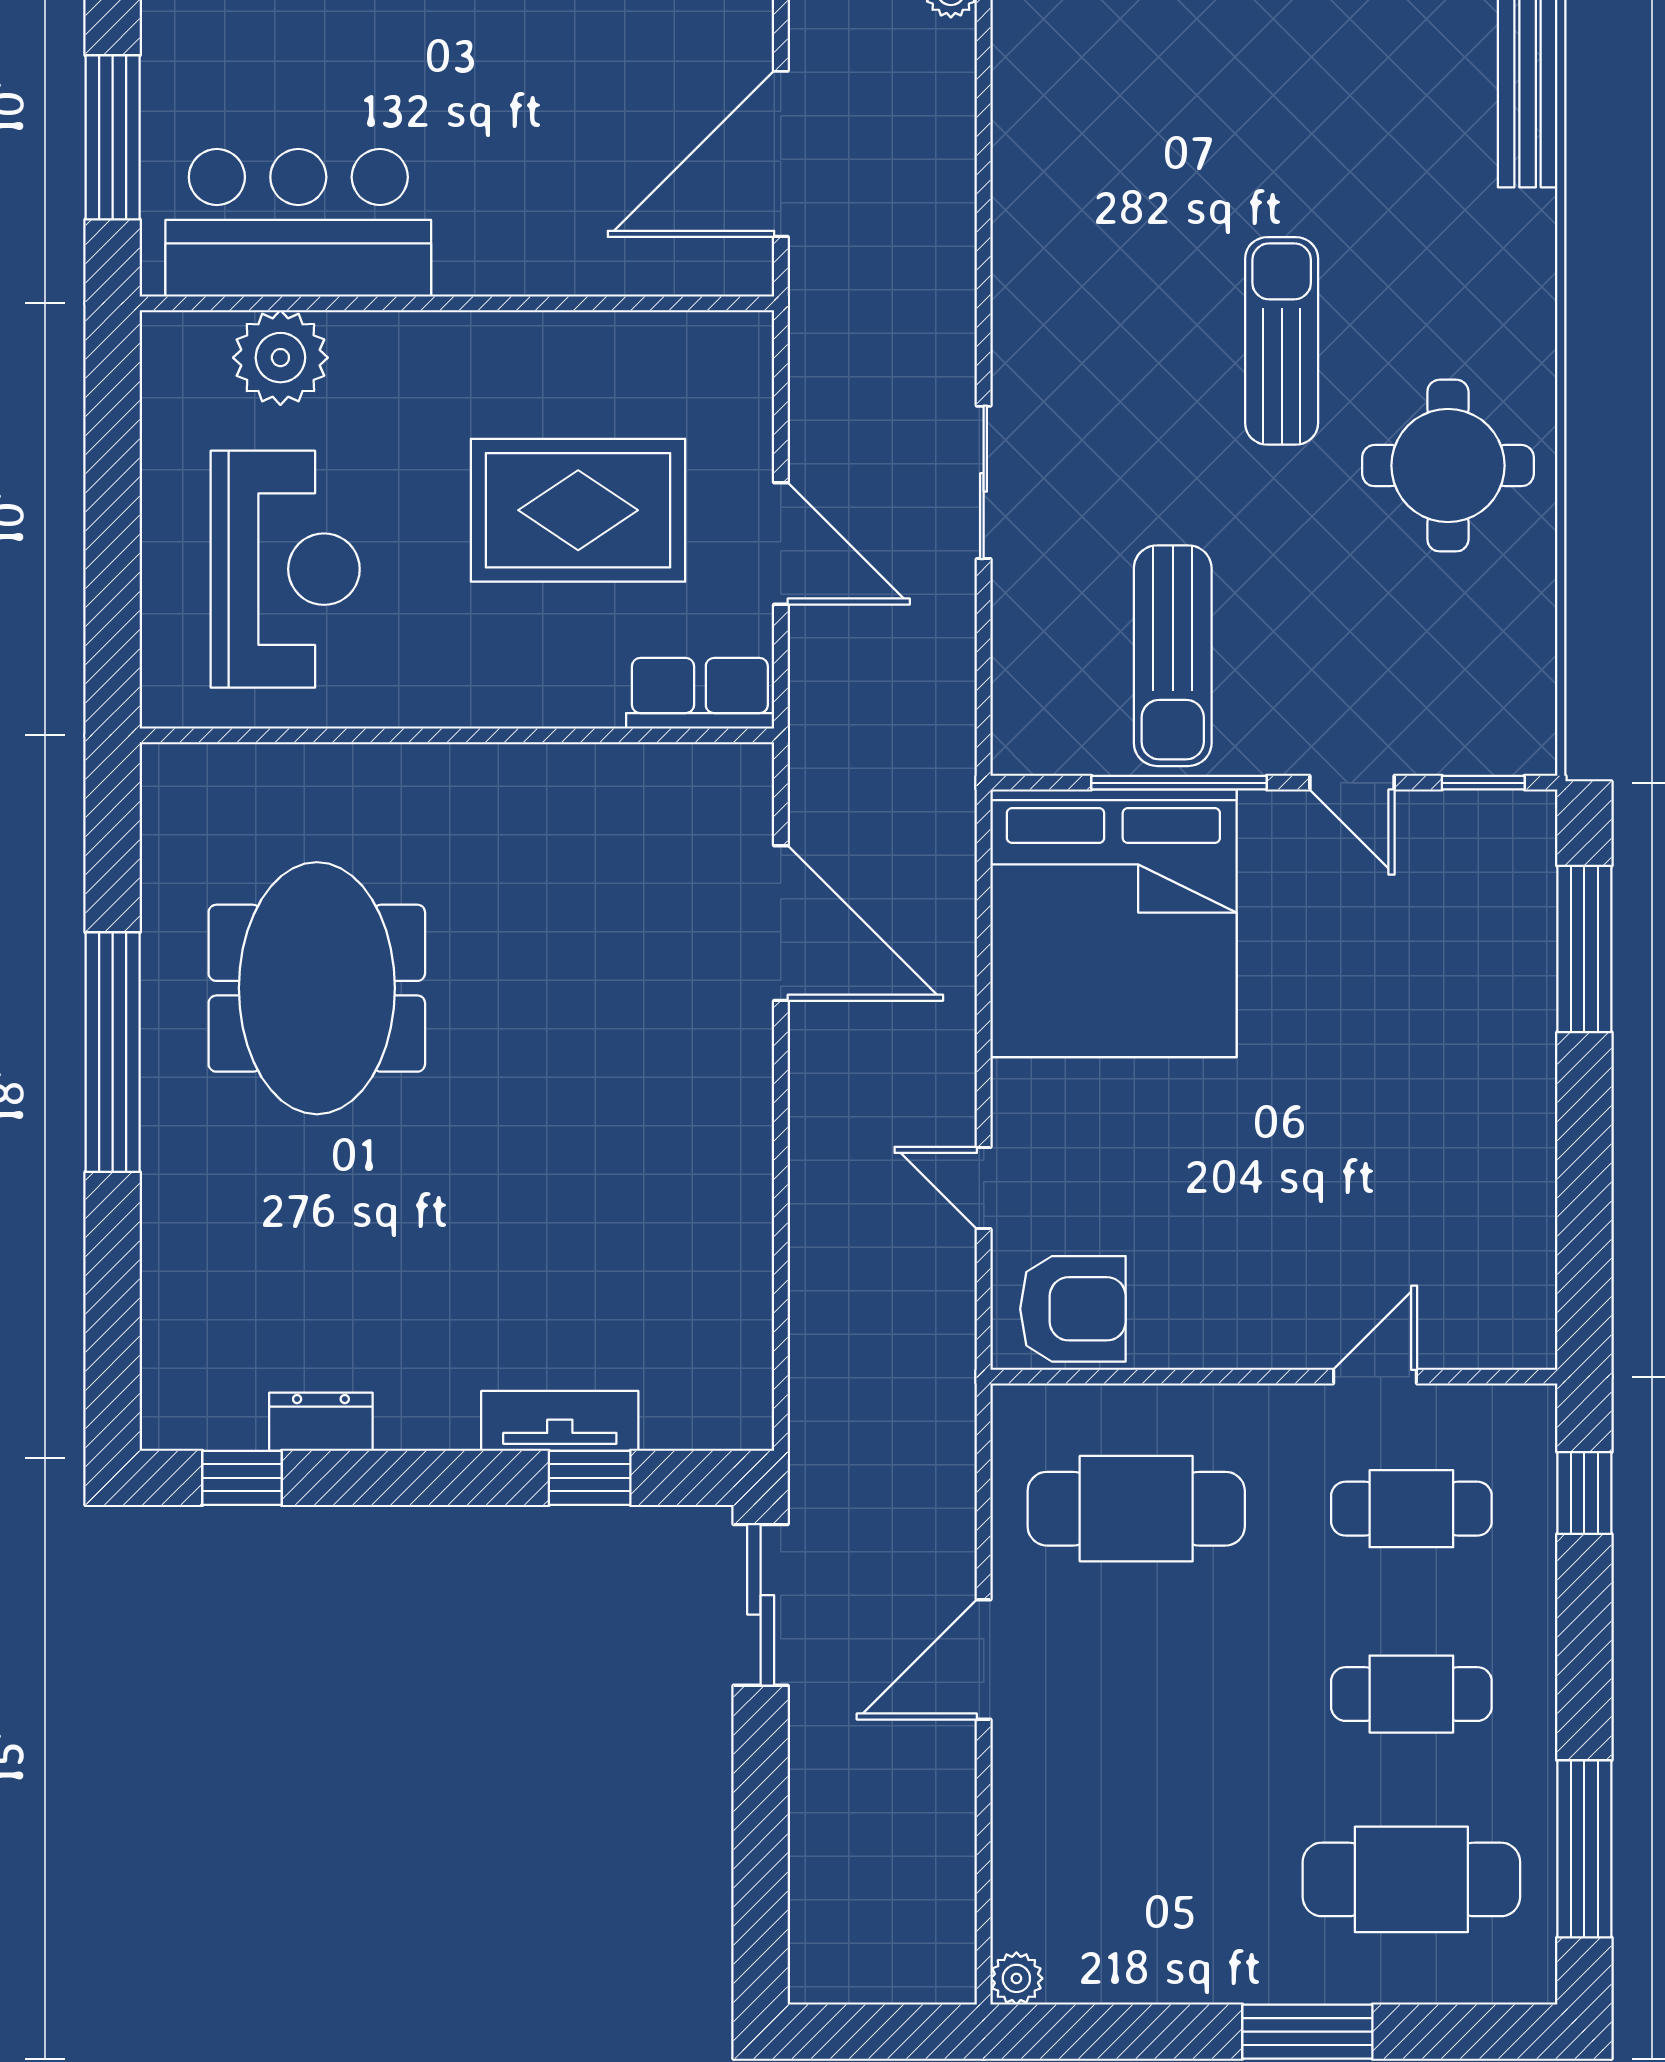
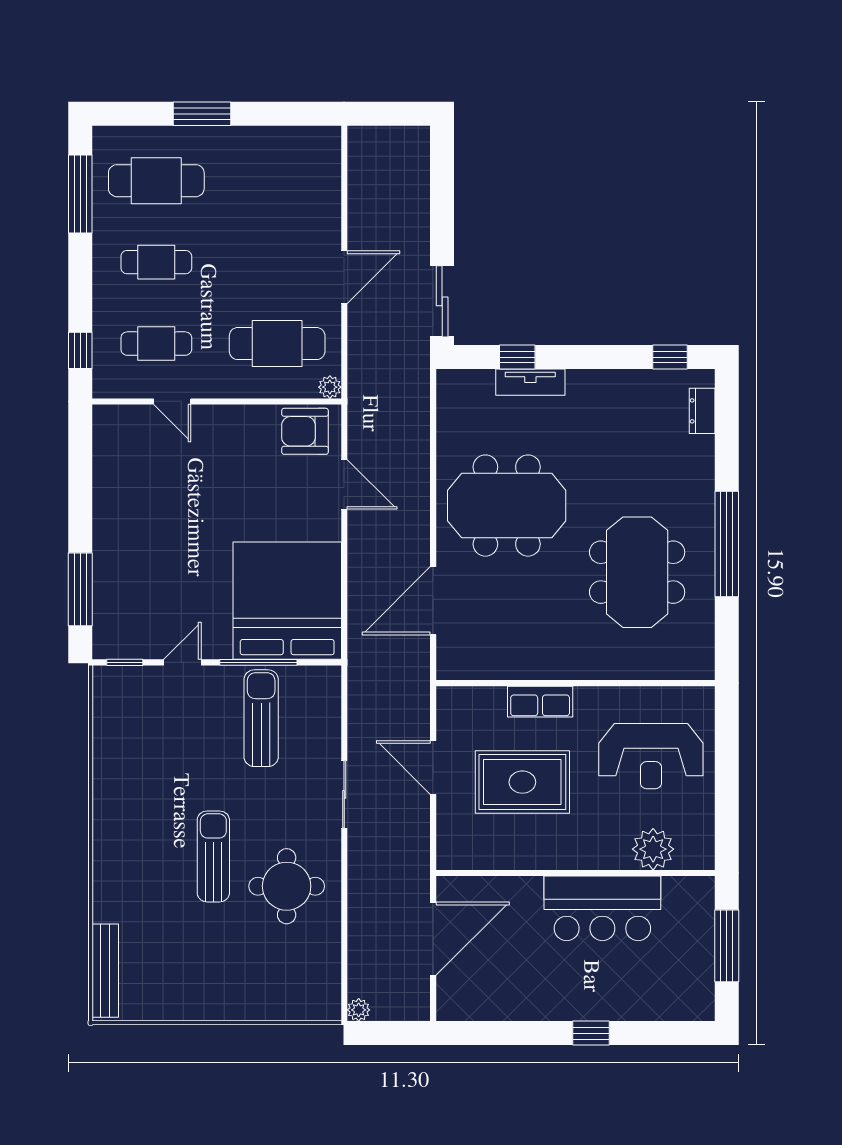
bar counter: (298, 223) -> (602, 908), moved
sun lounger: (1282, 341) -> (213, 856), turned 180
round table: (1448, 466) -> (287, 886), moved
reception desk: (285, 569) -> (651, 756), turned -90
row of seats: (700, 693) -> (540, 702), moved
door: (1352, 783) -> (182, 662), hinge flipped
door: (781, 923) -> (433, 601), hinge flipped
meeting table: (614, 1140) -> (507, 506), added
door: (984, 1188) -> (344, 484), width x1.38
door: (1375, 1377) -> (172, 401), hinge flipped
dresser: (321, 1422) -> (702, 411), moved, turned 90
plant: (1016, 1978) -> (330, 387), moved

